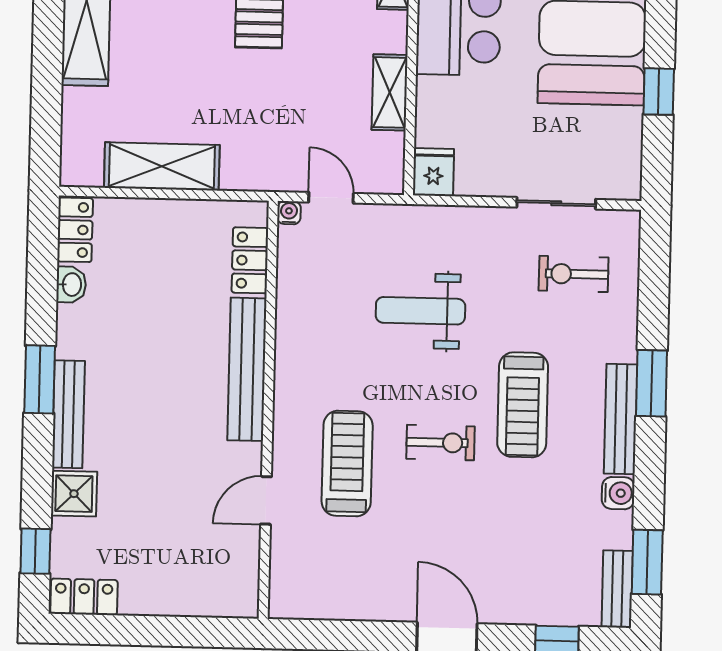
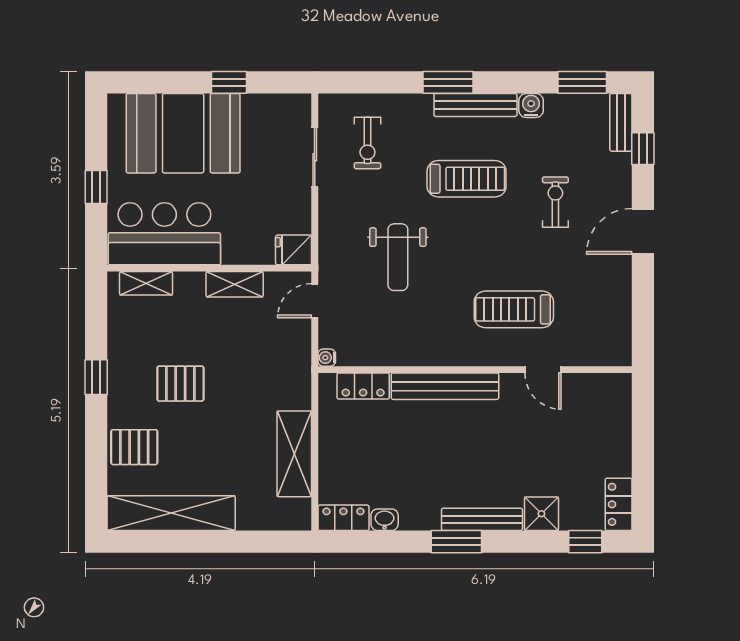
door: (331, 198) -> (315, 301), moved
exercise bike: (440, 443) -> (555, 202), moved
bench: (617, 589) -> (621, 122), moved, turned 90

